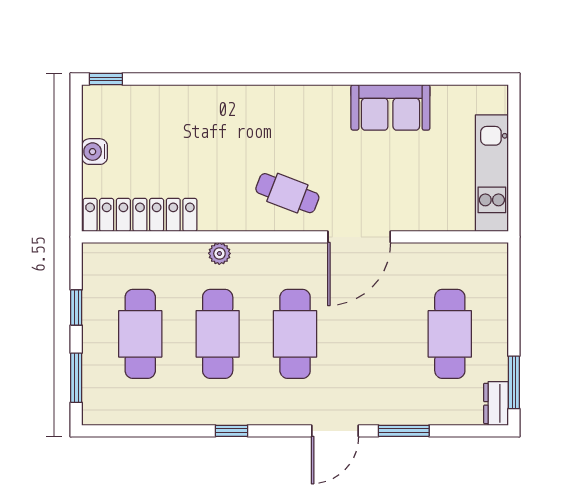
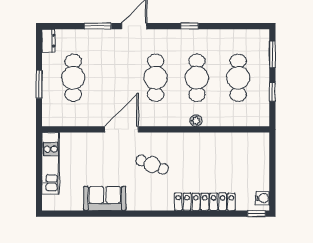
water cooler: (95, 152) -> (262, 198), moved
cafe table: (287, 193) -> (152, 165), moved
locker: (140, 215) -> (205, 202), moved, turned 180
window: (514, 382) -> (39, 84), moved

